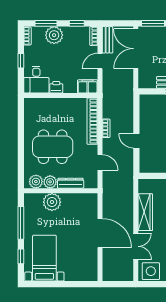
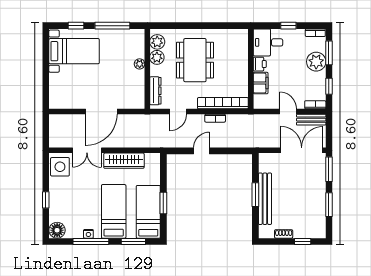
filing cabinet: (88, 86) -> (261, 83), moved
dresser: (71, 183) -> (155, 91), moved
plant: (52, 202) -> (140, 64), width x0.53, depth x0.53

